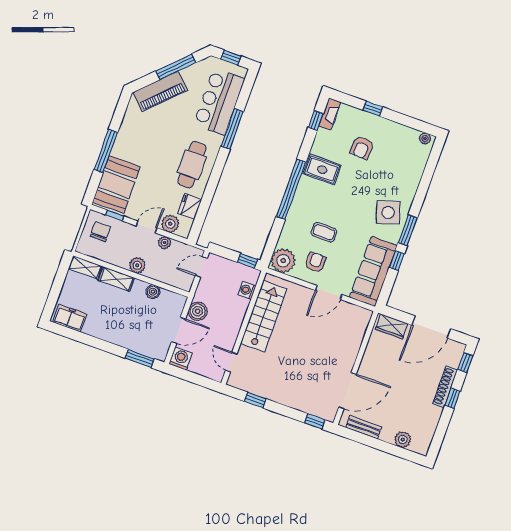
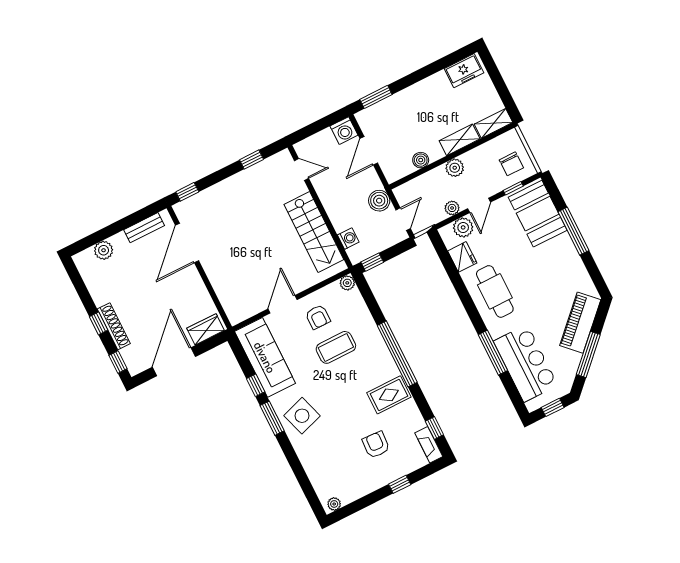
coffee table: (324, 232) -> (336, 347), width x1.36, depth x1.30
plant: (283, 261) -> (347, 283), width x0.53, depth x0.53
boiler: (198, 311) -> (379, 201), moved

